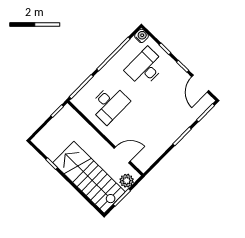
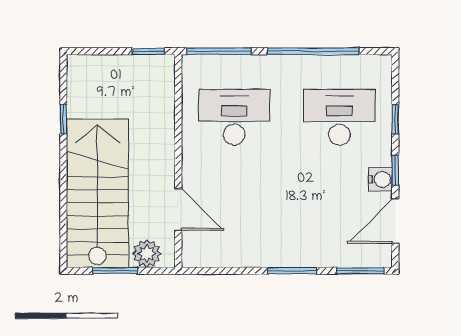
water cooler: (141, 36) -> (380, 179), moved
desk: (109, 104) -> (234, 117), turned 180

